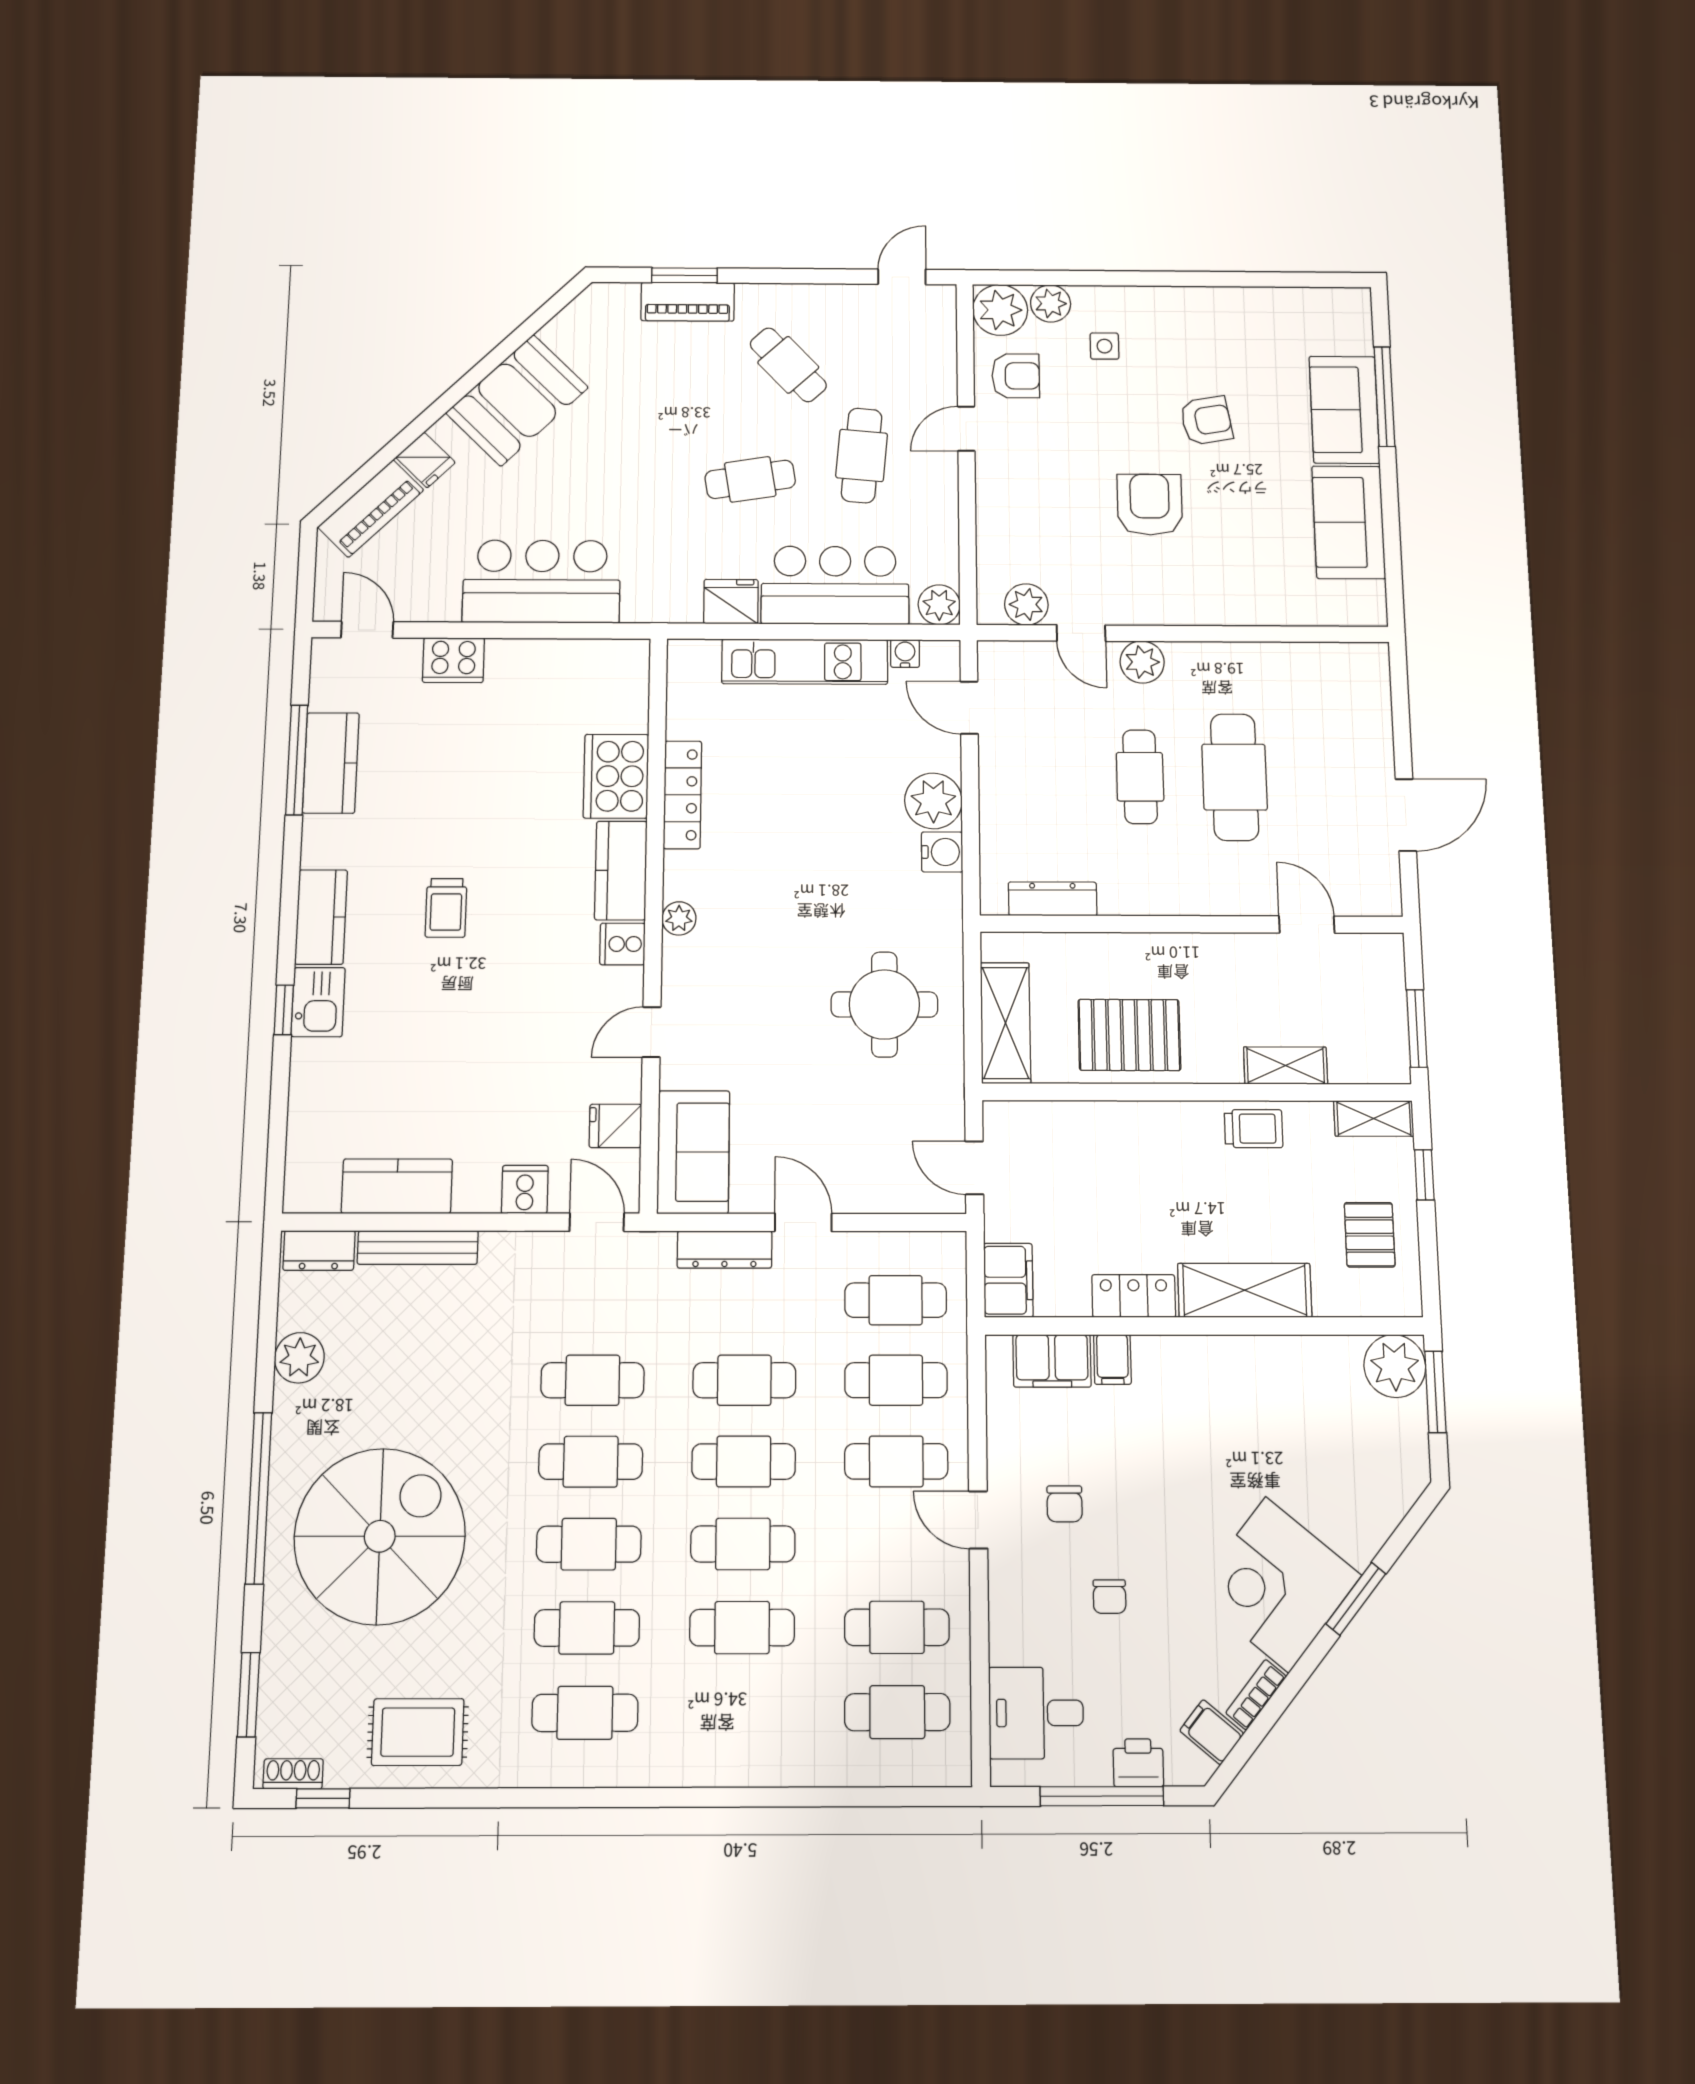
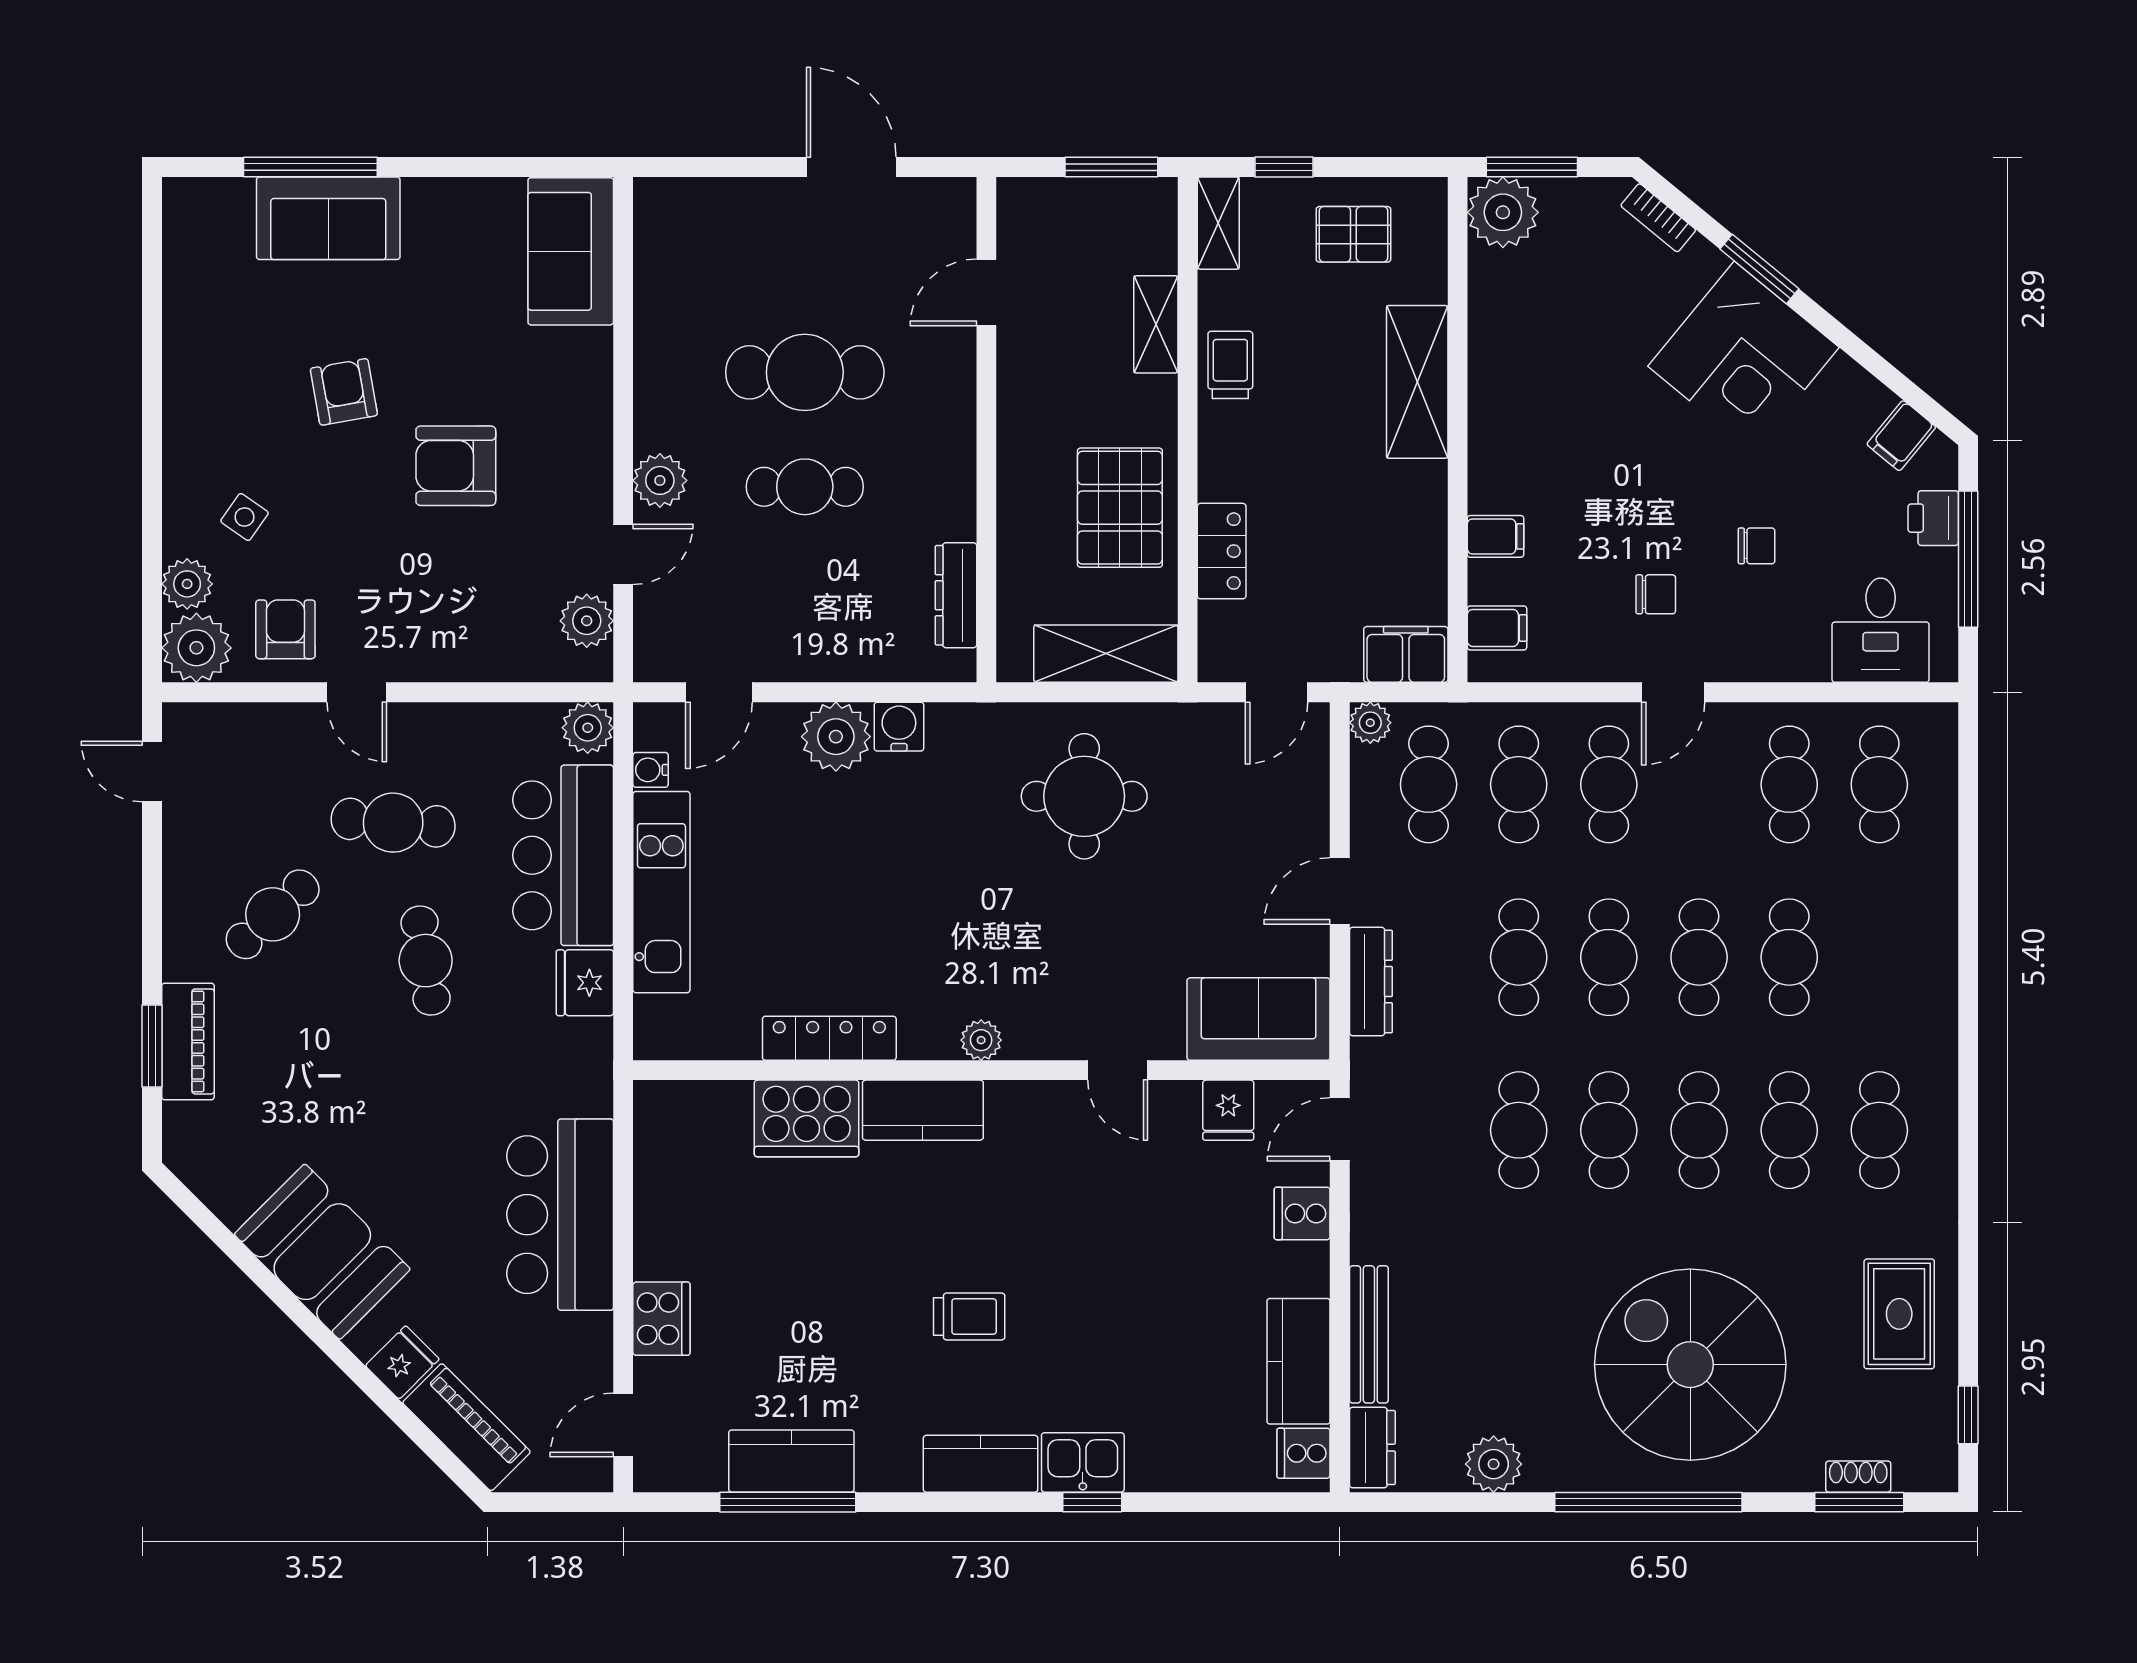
side table: (1104, 346) -> (244, 517), turned 35
sofa: (1349, 522) -> (571, 251), moved, turned 90
cooker: (622, 944) -> (1304, 1453), moved, turned 90
plant: (949, 1249) -> (1370, 723), added
locker: (1134, 1296) -> (1222, 551), moved, turned 180
filing cabinet: (1052, 1361) -> (1497, 628), width x0.50
bookcase: (1256, 1695) -> (1658, 218), moved
shoe rack: (293, 1774) -> (1858, 1477), moved, turned 90

